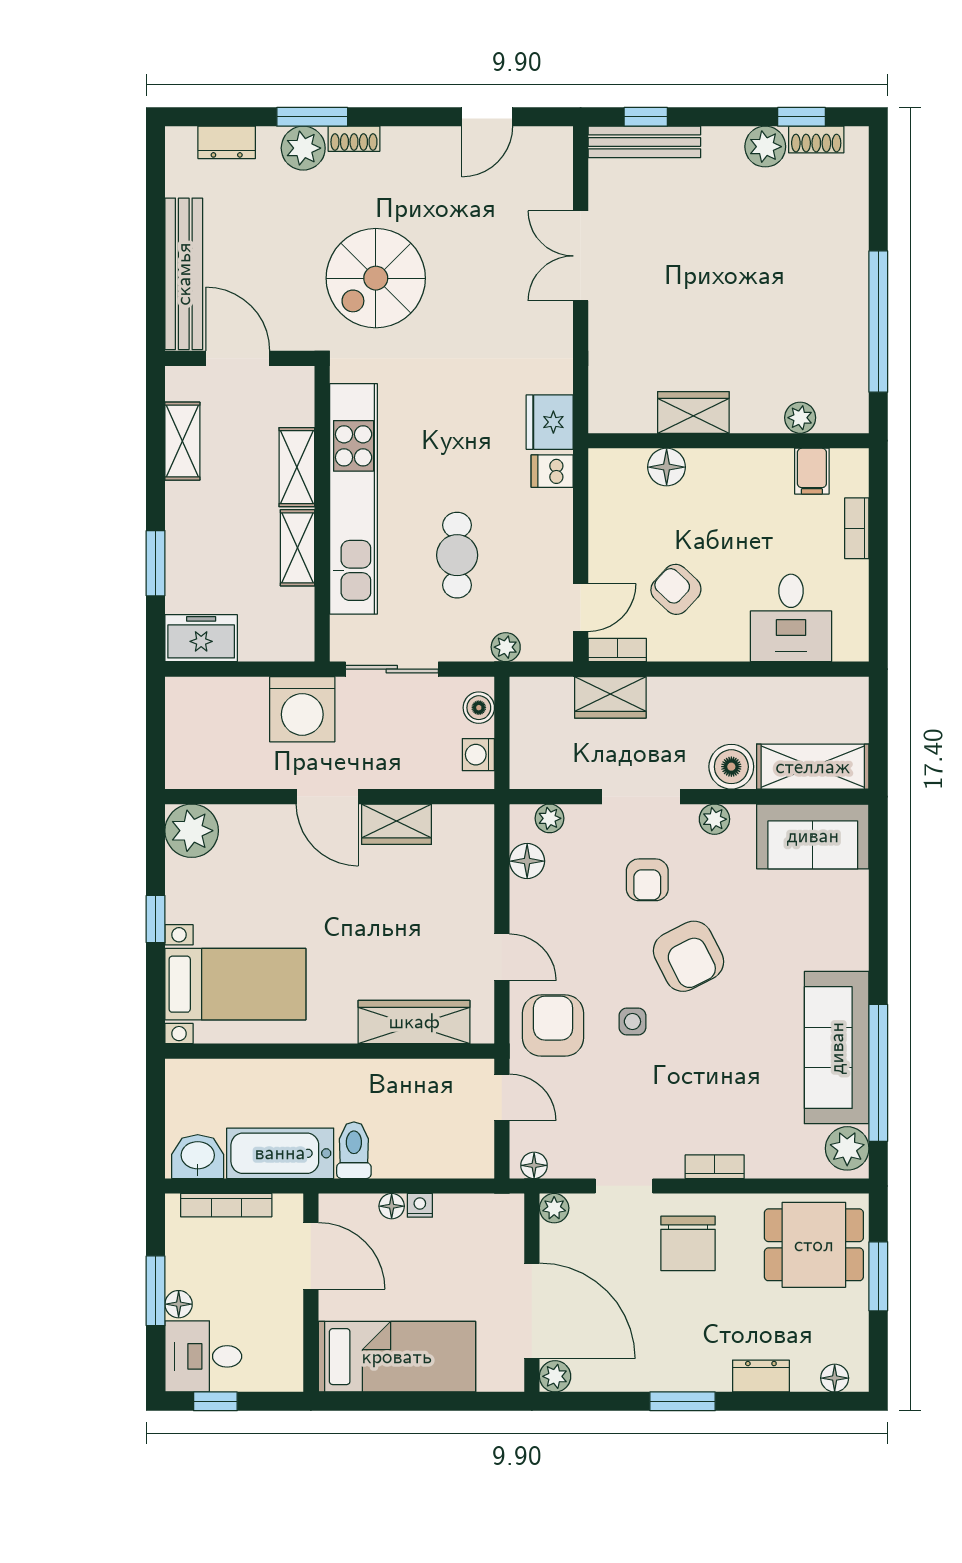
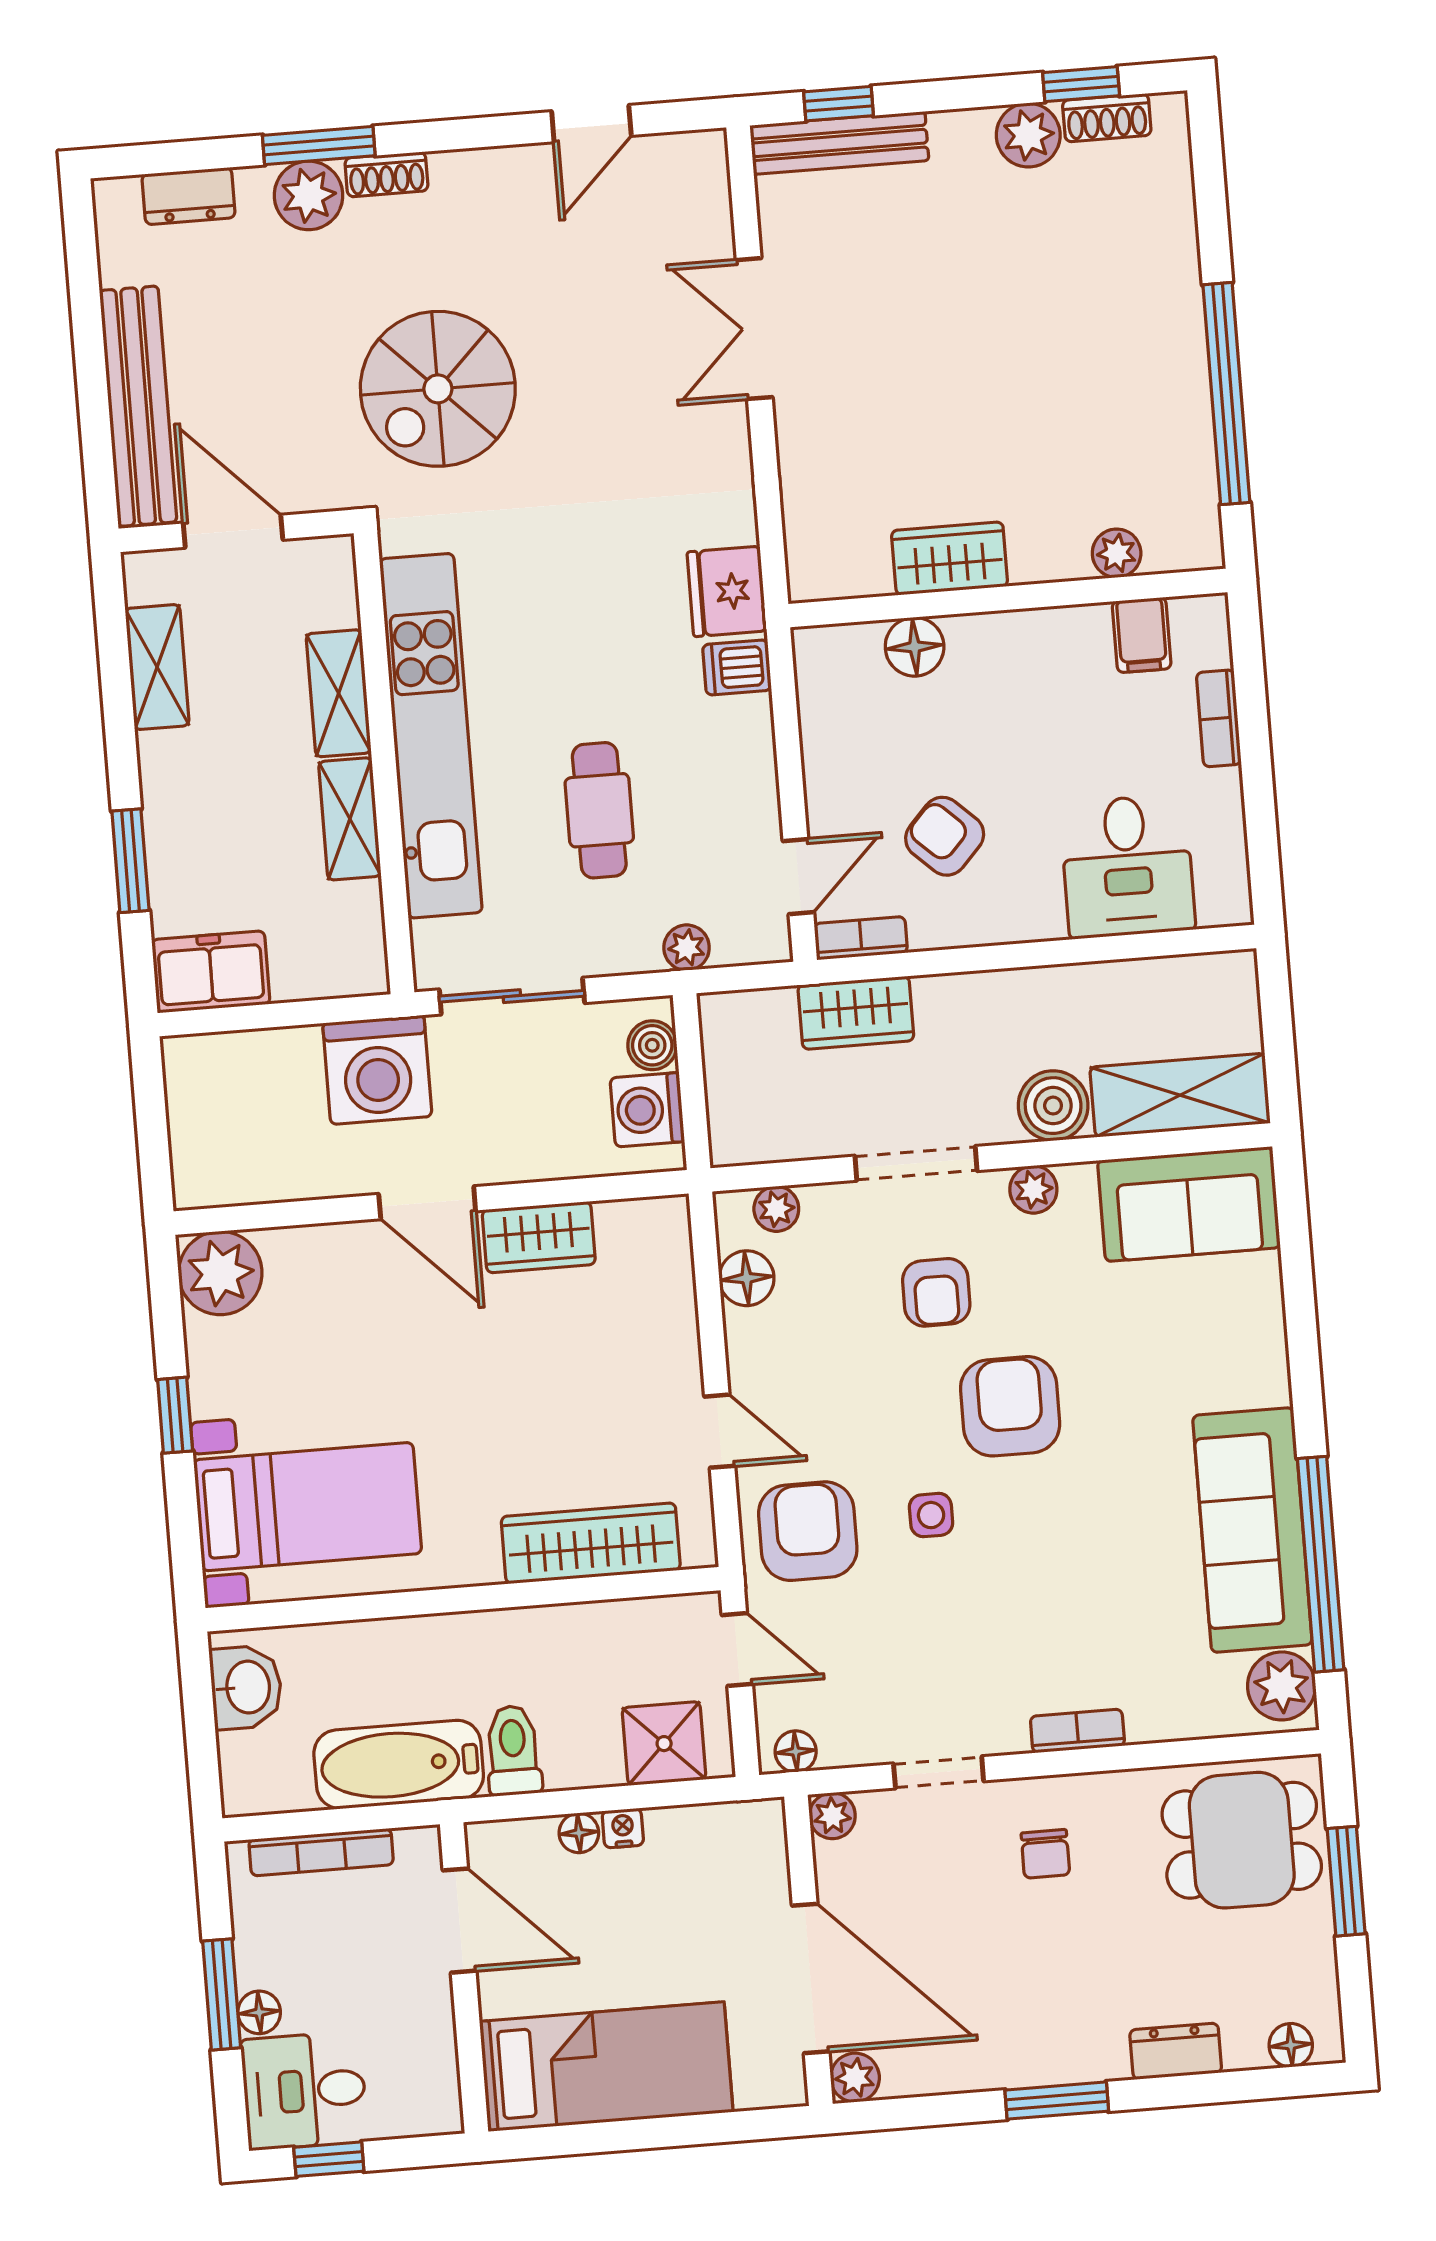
washing machine: (478, 755) -> (647, 1110), width x1.38, depth x1.38
armchair: (688, 956) -> (1010, 1406), turned -153
shower: (450, 1154) -> (664, 1744), added
washbasin: (198, 1157) -> (246, 1687), moved, turned 90
chair: (688, 1243) -> (1045, 1854), width x0.54, depth x0.54

